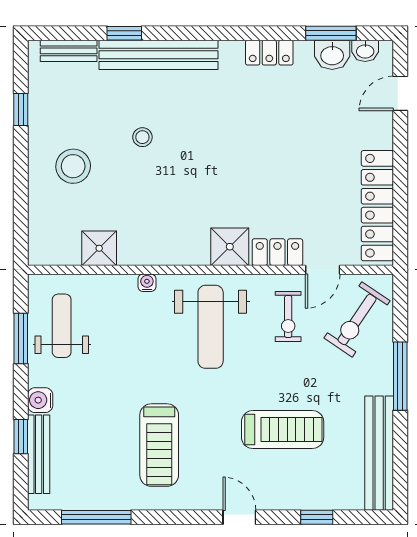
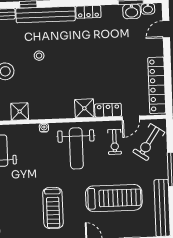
locker: (269, 53) -> (88, 12), moved
treadmill: (283, 430) -> (114, 198), width x1.37, depth x1.38

